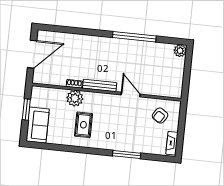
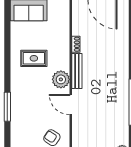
door: (131, 95) -> (71, 105), swing flipped
plant: (75, 98) -> (61, 79), moved

